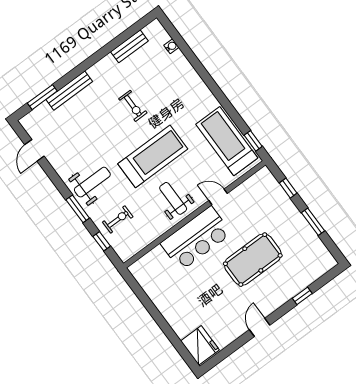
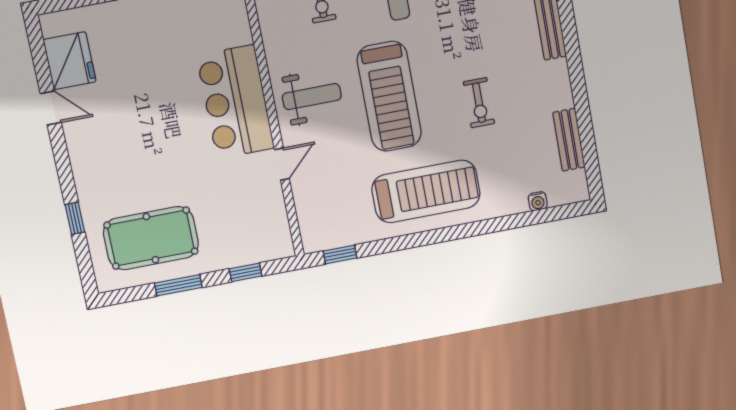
exercise bike: (133, 106) -> (479, 103), turned -90
treadmill: (227, 141) -> (426, 191), moved
pool table: (253, 260) -> (151, 238), moved, turned 90
door: (260, 327) -> (51, 108), moved
fridge: (200, 345) -> (70, 61), moved, turned -90

